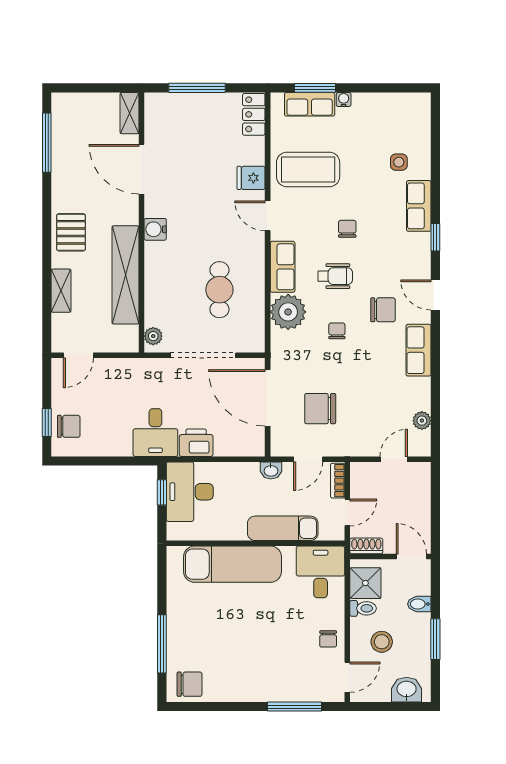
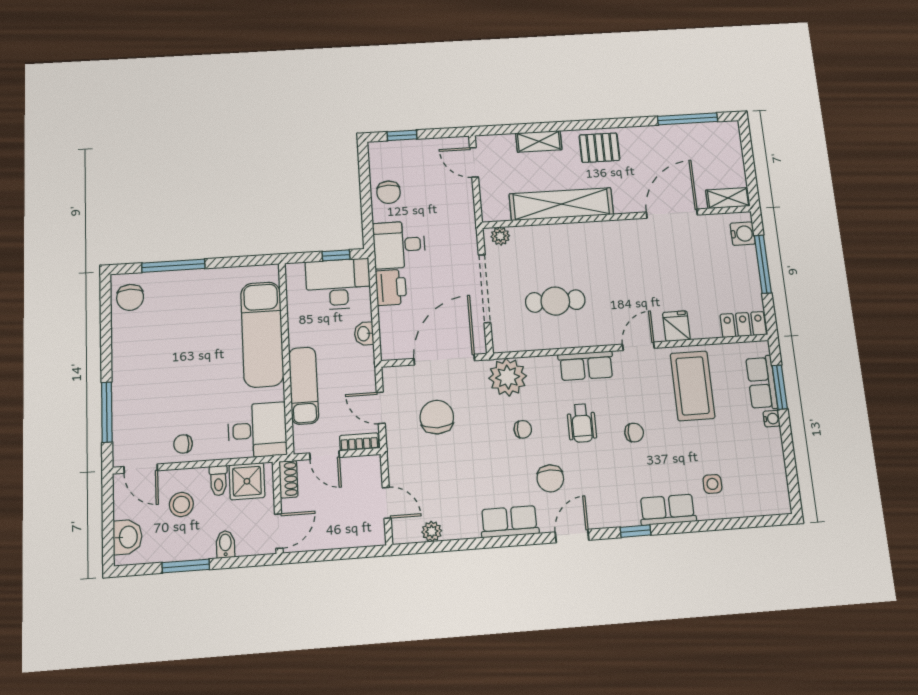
water cooler: (155, 229) -> (743, 234), moved, turned 90
plant: (288, 312) -> (508, 377), moved
chair: (69, 426) -> (389, 192), moved
washbasin: (271, 470) -> (364, 334), moved

